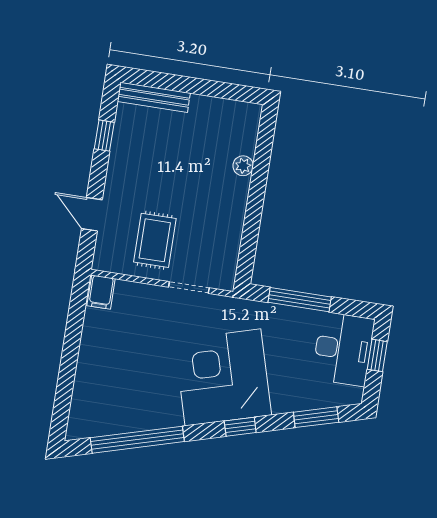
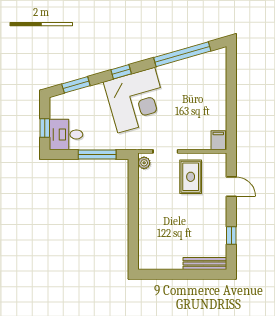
plant: (243, 166) -> (144, 163), moved
desk: (343, 349) -> (66, 134), width x0.73

